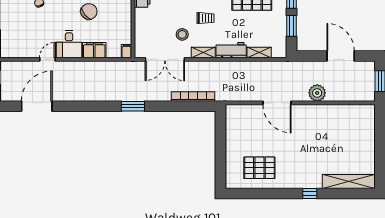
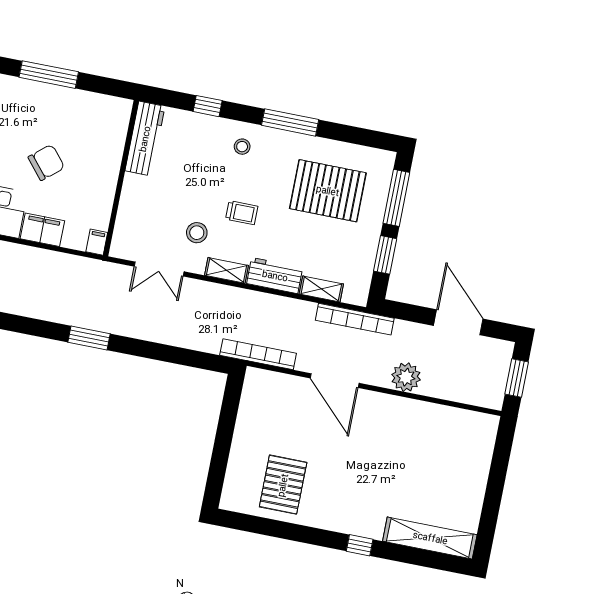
double door: (165, 59) -> (159, 269), width x0.73
bookcase: (282, 66) -> (355, 319), added
bookcase: (193, 97) -> (258, 354), moved
pallet: (259, 168) -> (283, 485), turned 90

